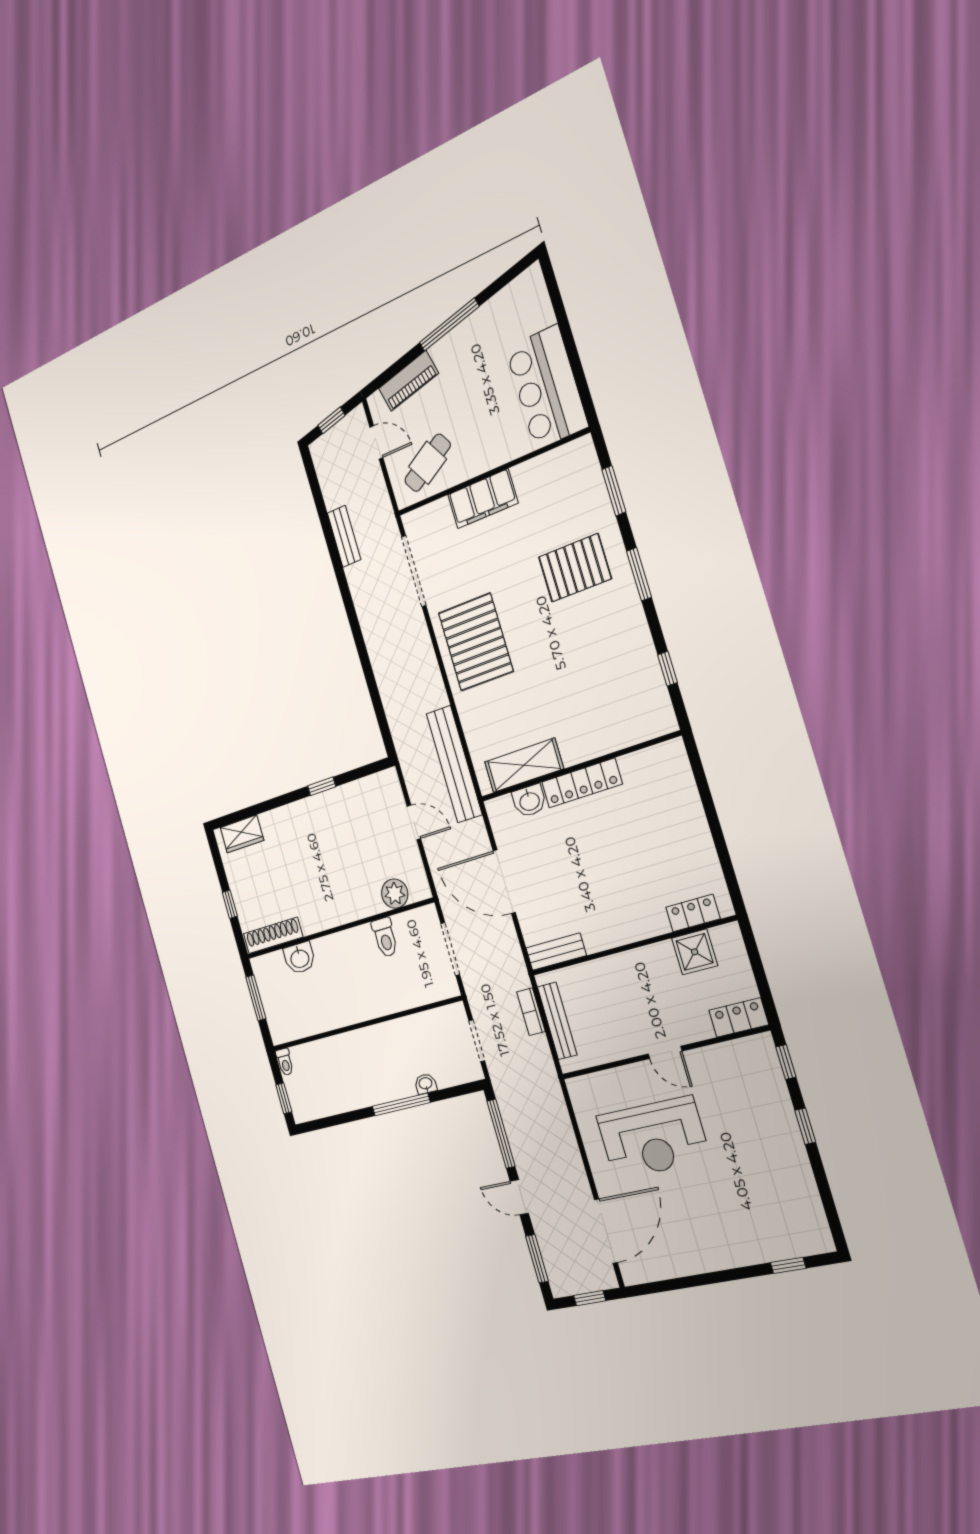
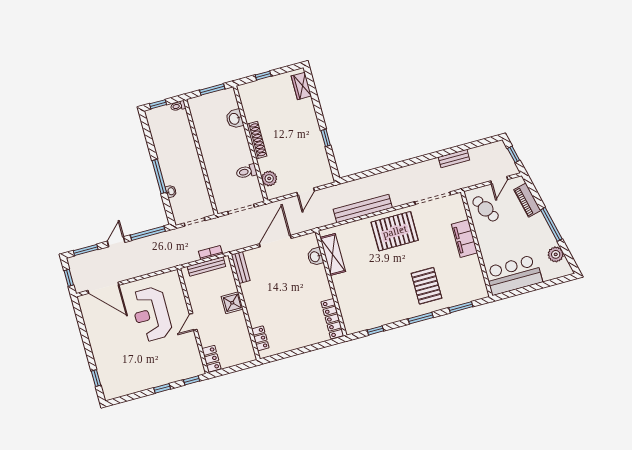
plant: (504, 306) -> (556, 254), added
bench: (454, 764) -> (363, 208), moved
locker: (582, 783) -> (332, 319), moved
shoe rack: (273, 935) -> (257, 140), moved
shower: (695, 952) -> (232, 303), moved

